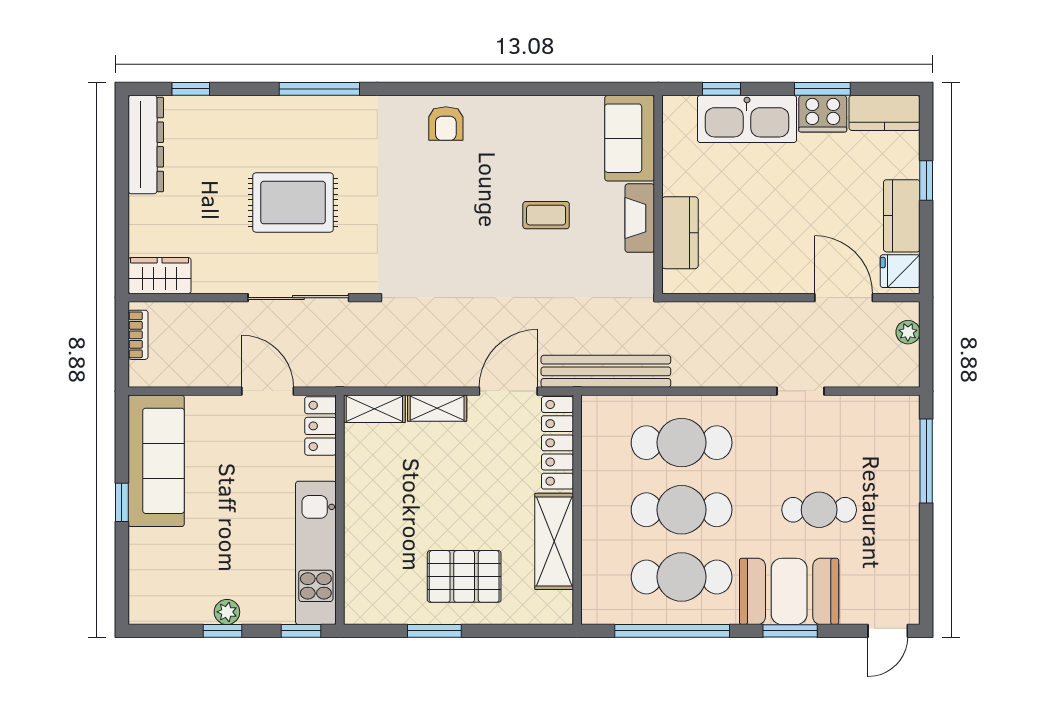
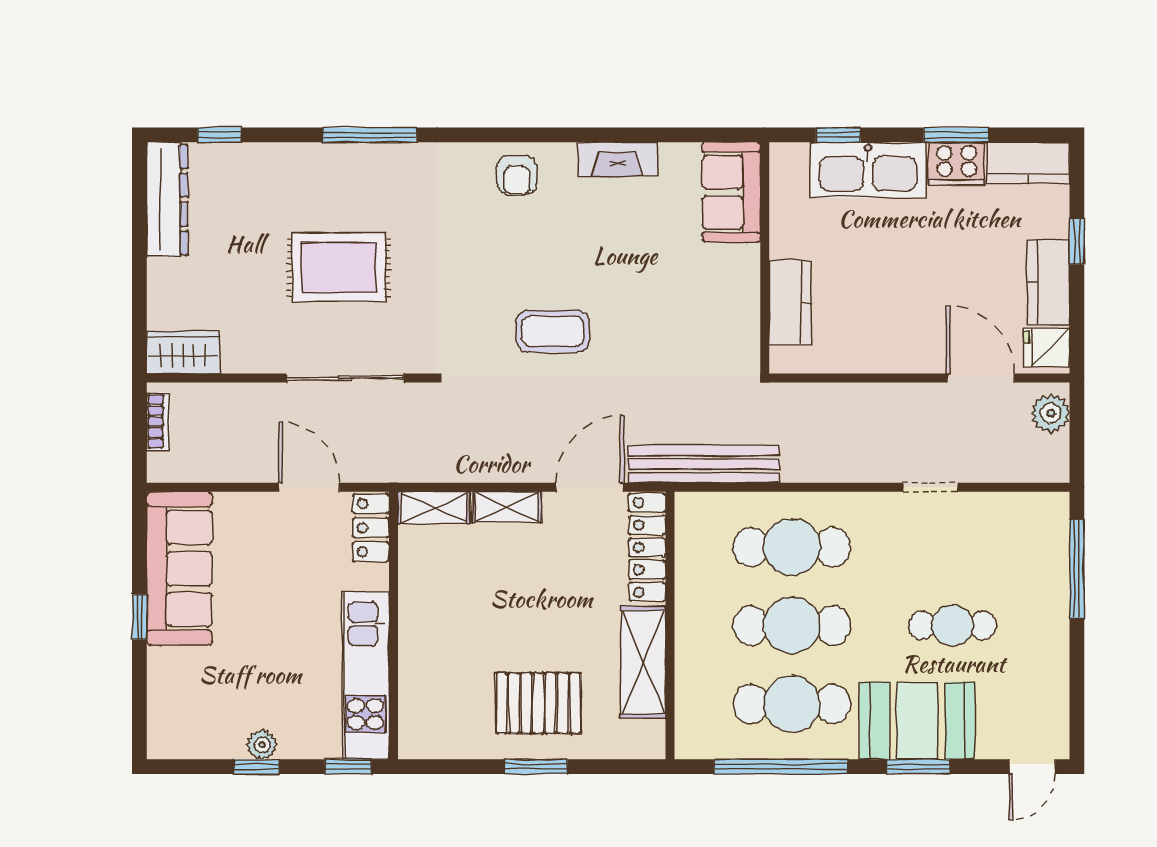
coffee table: (546, 215) -> (553, 331), moved, width x1.36, depth x1.30
fireplace: (640, 218) -> (617, 159), moved, turned -90
plant: (908, 332) -> (1051, 413), width x1.38, depth x1.38
window: (434, 631) -> (536, 767), moved

